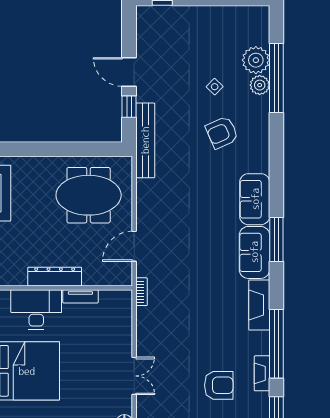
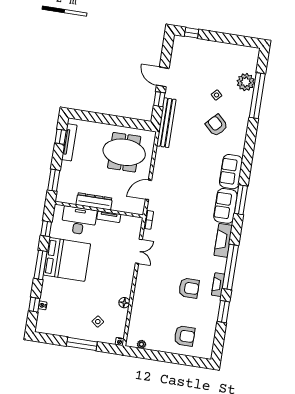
plant: (260, 85) -> (246, 99), removed
armchair: (222, 133) -> (217, 125), turned 68
double door: (134, 376) -> (139, 251), moved

